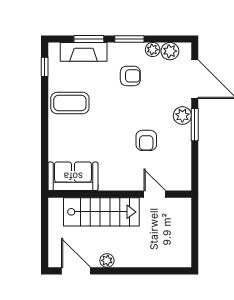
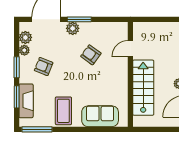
window: (45, 67) -> (37, 129), width x2.17
armchair: (130, 76) -> (44, 67), turned -68
armchair: (146, 140) -> (91, 55), turned -144
sofa: (73, 176) -> (100, 116), moved, turned 90

